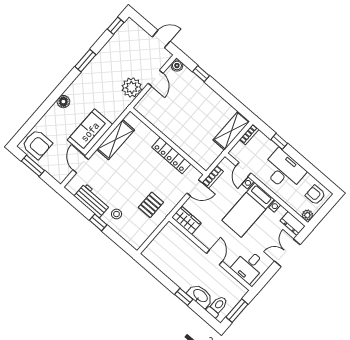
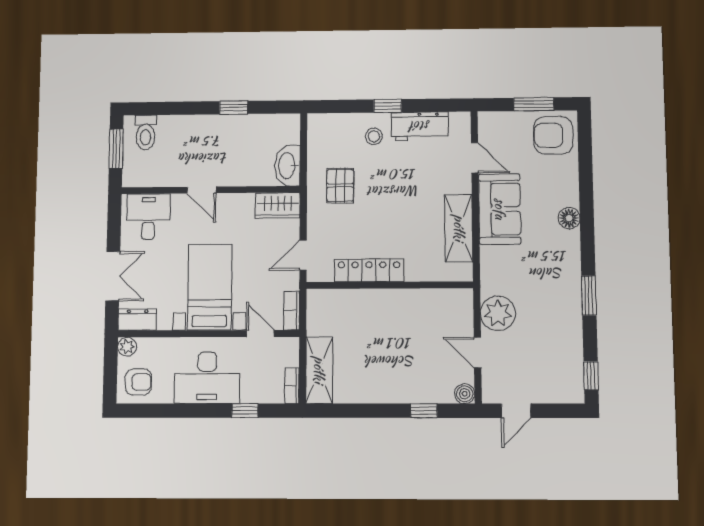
bookcase: (213, 177) -> (292, 311), moved
washbasin: (200, 296) -> (287, 166), moved, turned 90
window: (184, 297) -> (234, 108), moved

